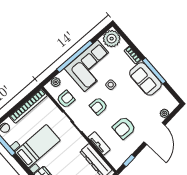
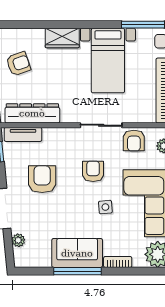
tv unit: (99, 143) -> (23, 134), moved

